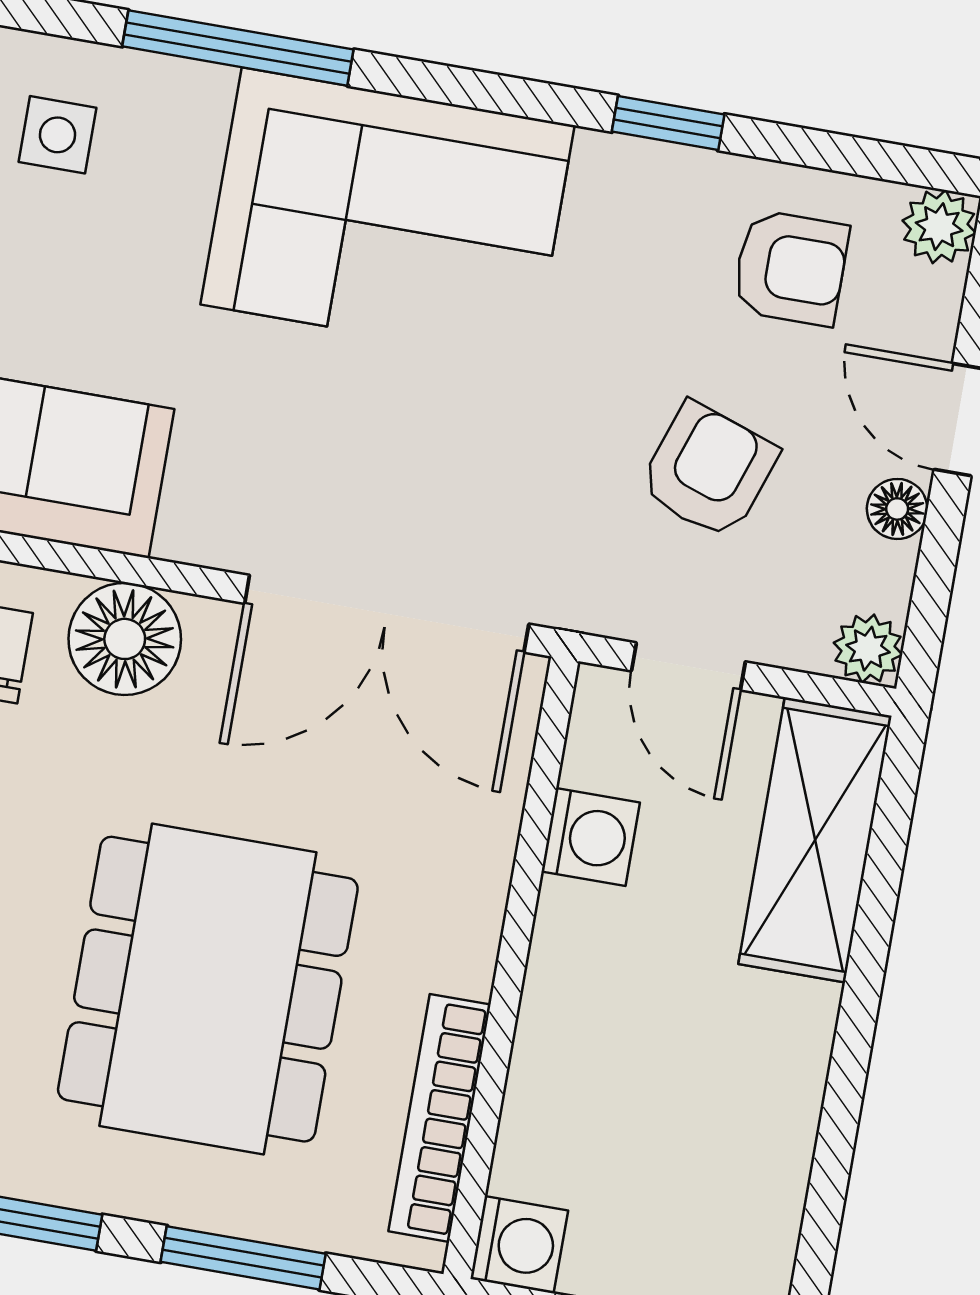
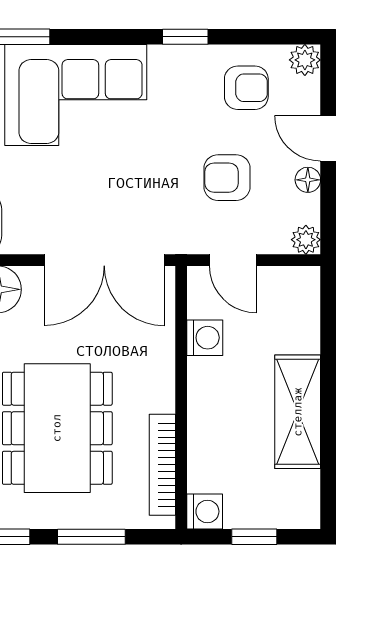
armchair: (708, 471) -> (227, 178), turned -109
shelving: (815, 840) -> (298, 412), moved

